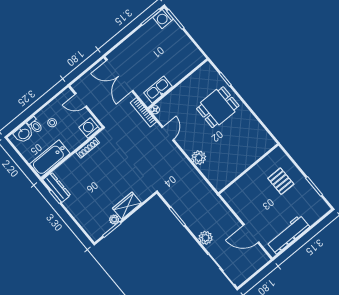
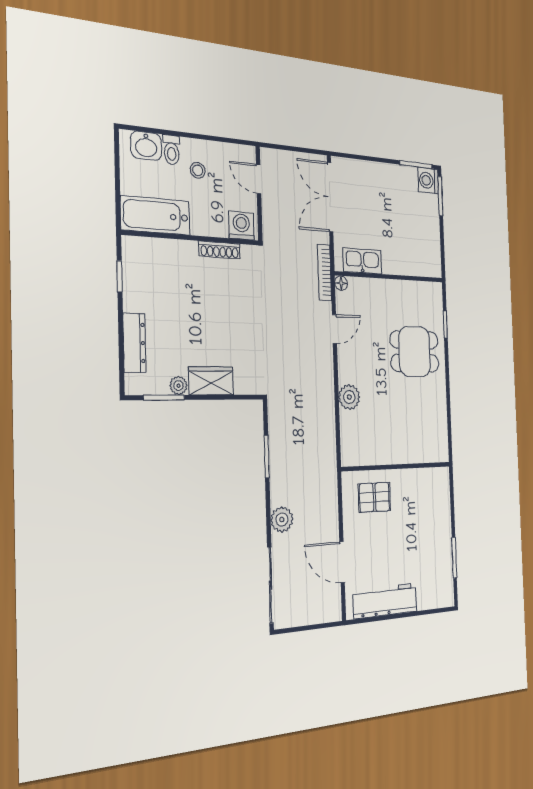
pallet: (281, 181) -> (374, 497), moved, turned 90
dresser: (57, 187) -> (134, 343), moved

